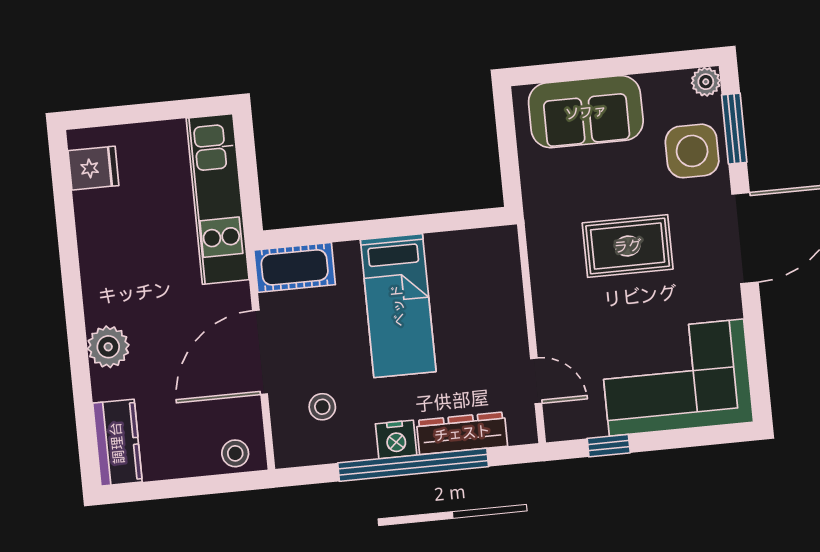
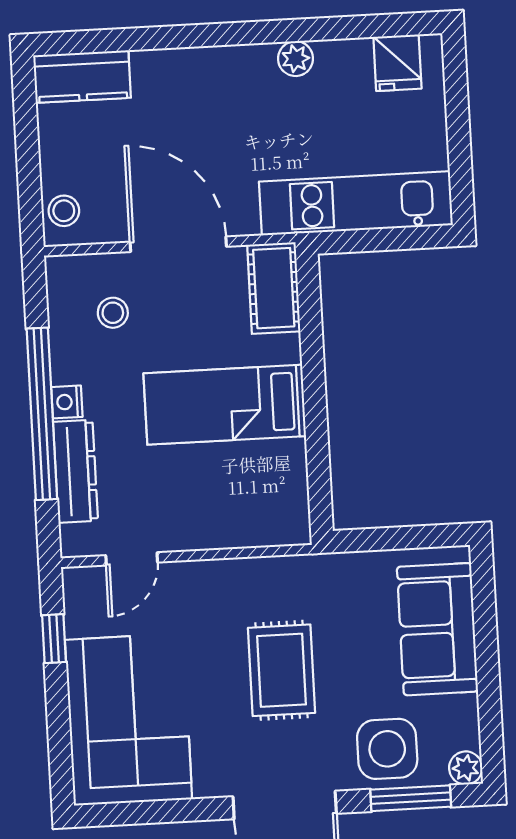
plant: (108, 347) -> (296, 59), moved, width x0.73, depth x0.73
nightstand: (396, 439) -> (67, 402), width x0.72, depth x0.74

